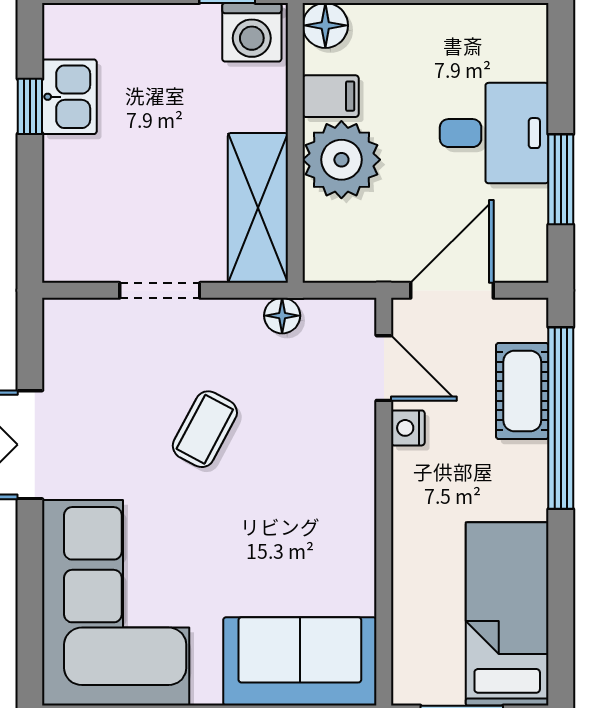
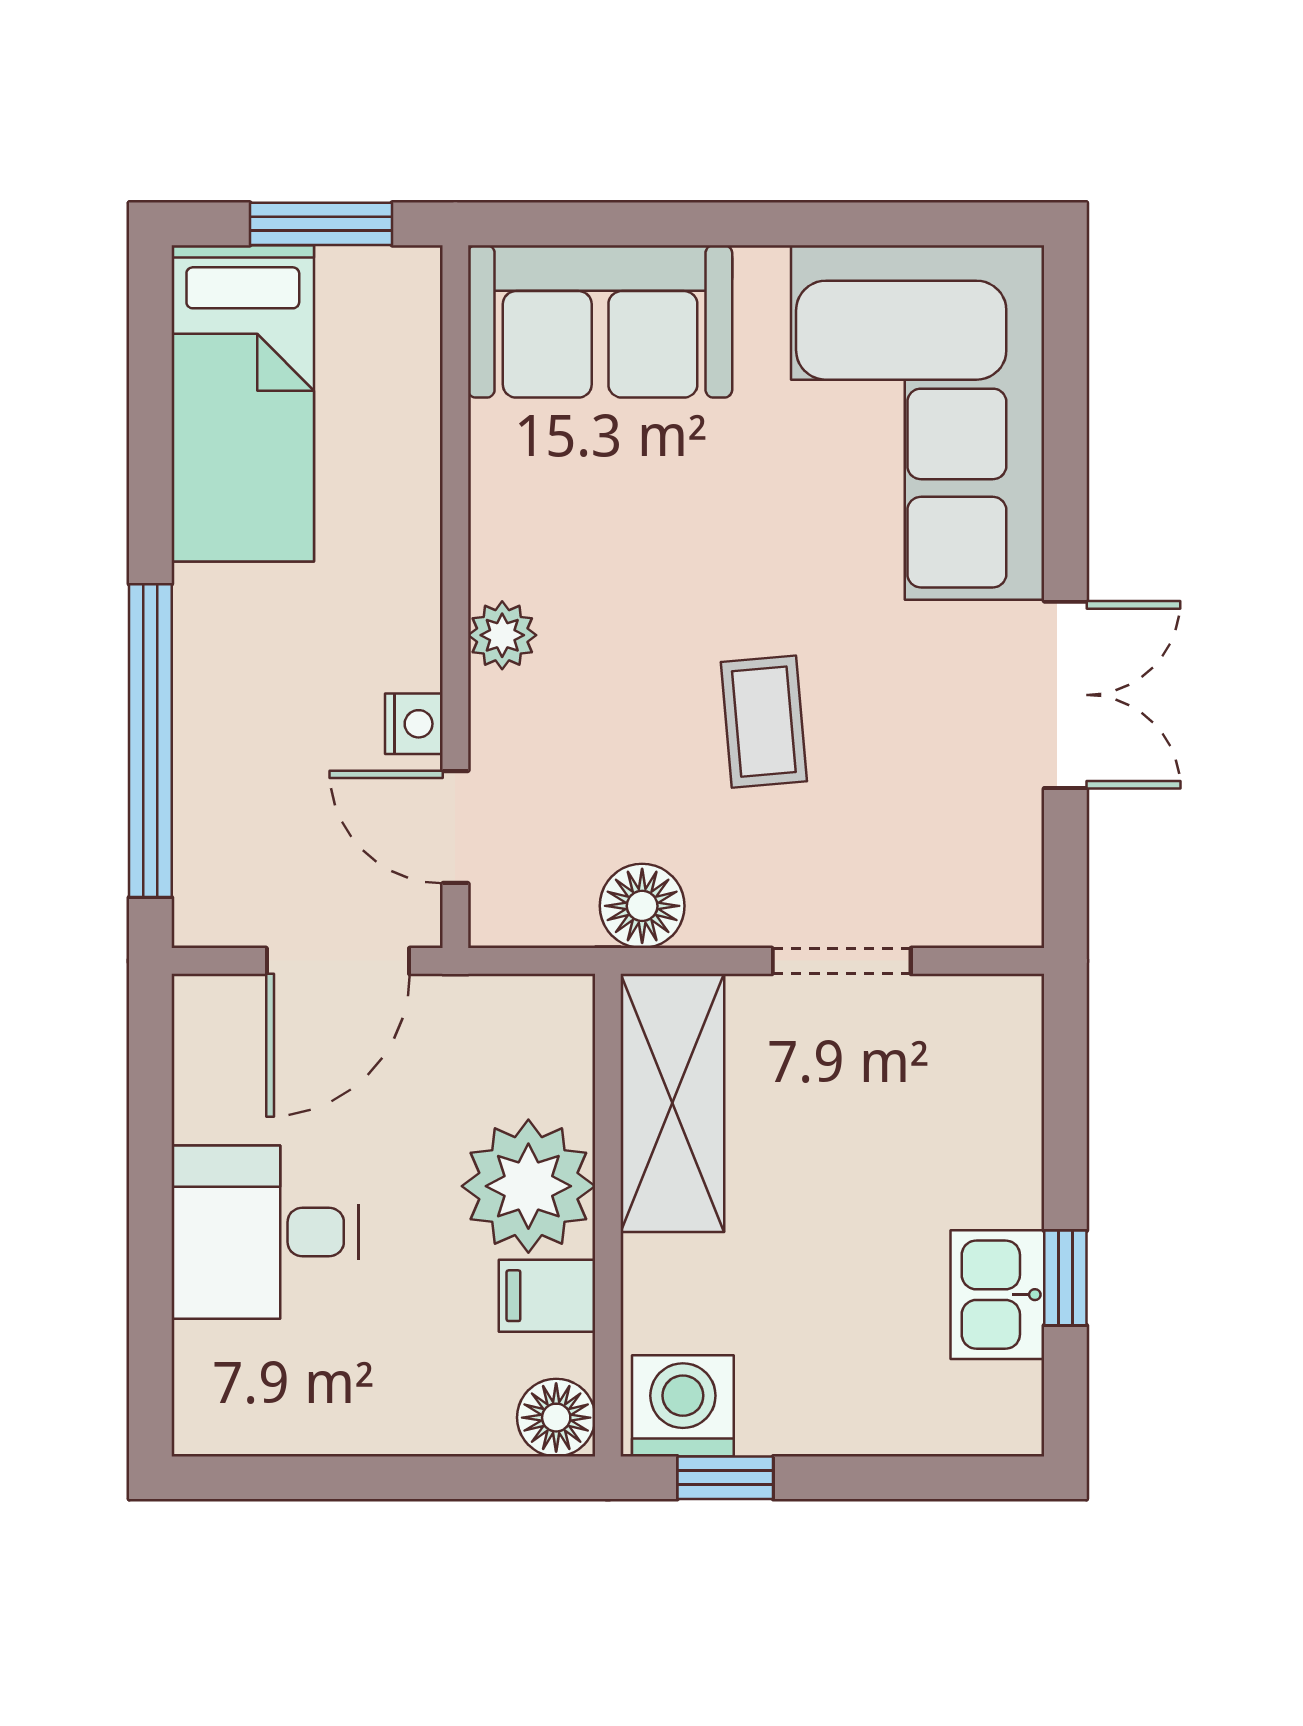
window: (561, 179) -> (150, 1152), removed
floor lamp: (282, 316) -> (642, 906), width x1.37, depth x1.37
cot: (522, 391) -> (217, 787), removed
coffee table: (205, 429) -> (764, 722), turned -33
plant: (357, 479) -> (502, 635), added

